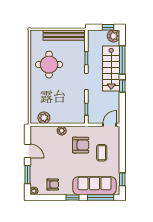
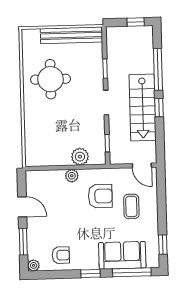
plant: (114, 36) -> (144, 35), removed
stairs: (111, 68) -> (143, 108), moved
plant: (44, 118) -> (80, 157), moved
door: (110, 125) -> (142, 165), swing flipped
sofa: (94, 186) -> (122, 255), width x0.73

